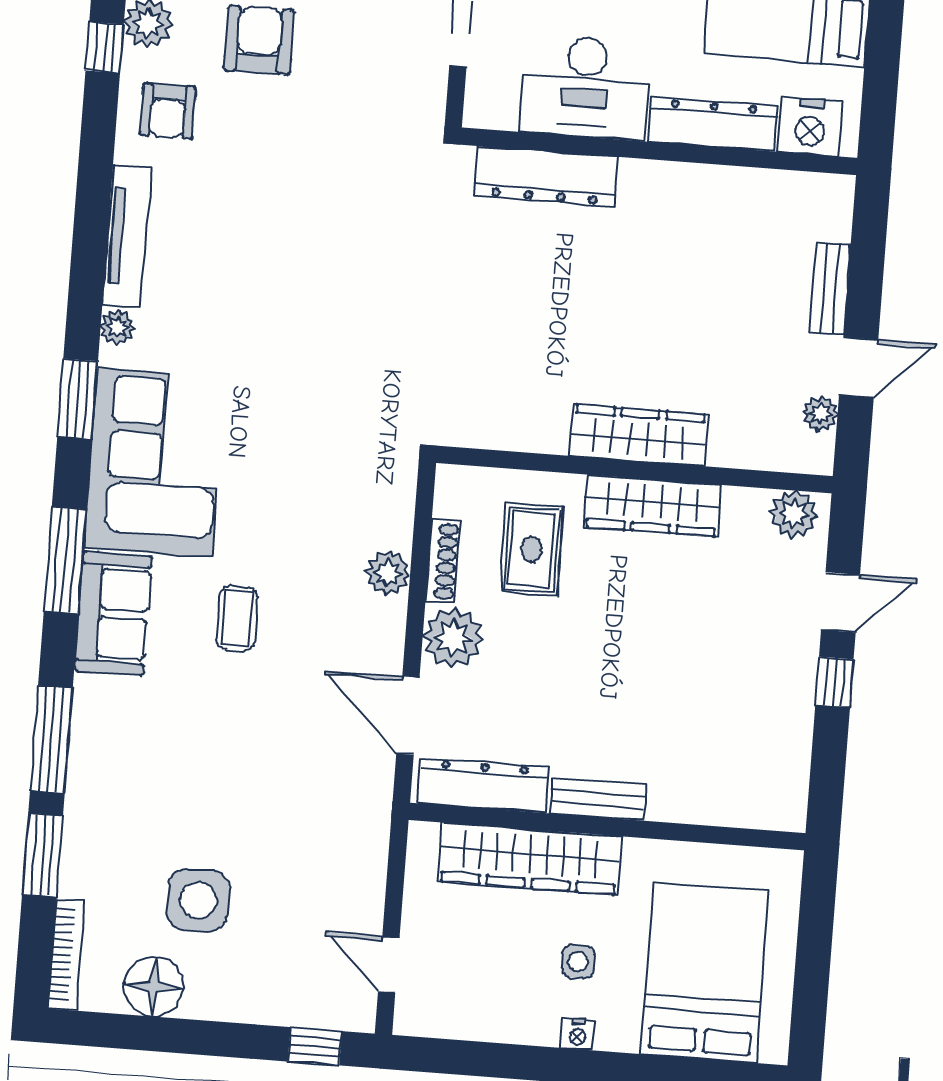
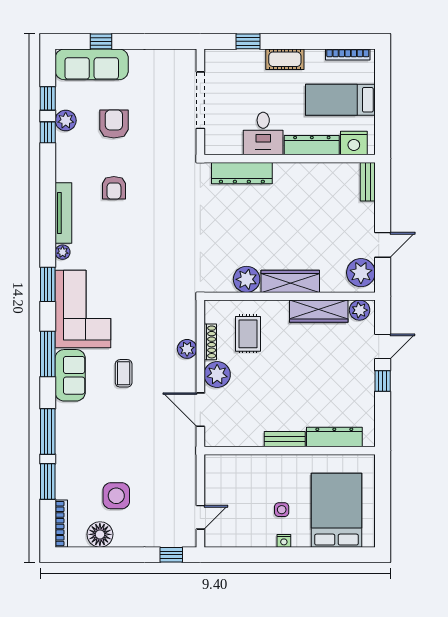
desk: (585, 87) -> (263, 134), width x0.73
armchair: (168, 111) -> (114, 188), moved
bench: (830, 288) -> (368, 182), moved
plant: (820, 414) -> (361, 273), width x1.88, depth x1.88
plant: (538, 423) -> (247, 279), added
wardrobe: (652, 506) -> (319, 311), moved
dresser: (484, 785) -> (334, 437), moved
wardrobe: (530, 859) -> (257, 467), removed
door: (389, 965) -> (200, 517), swing flipped

